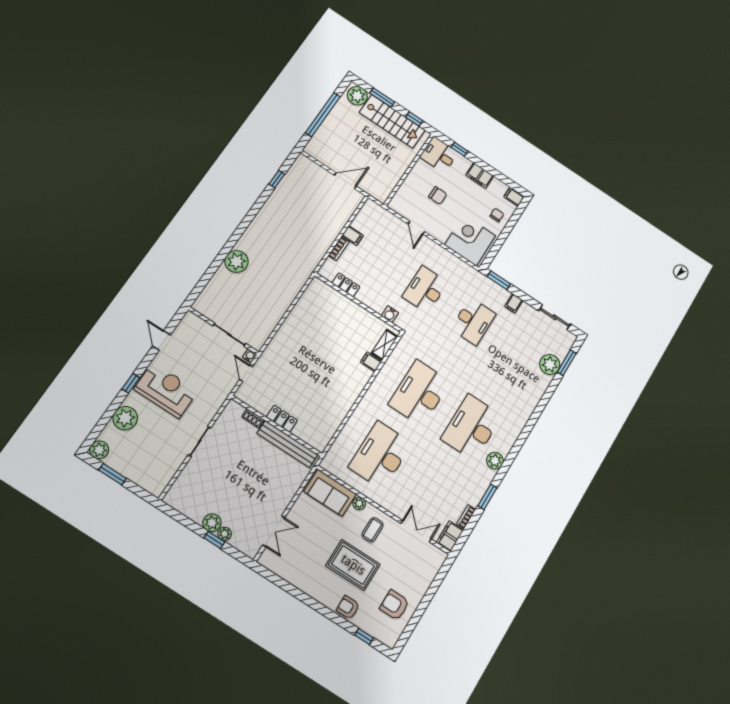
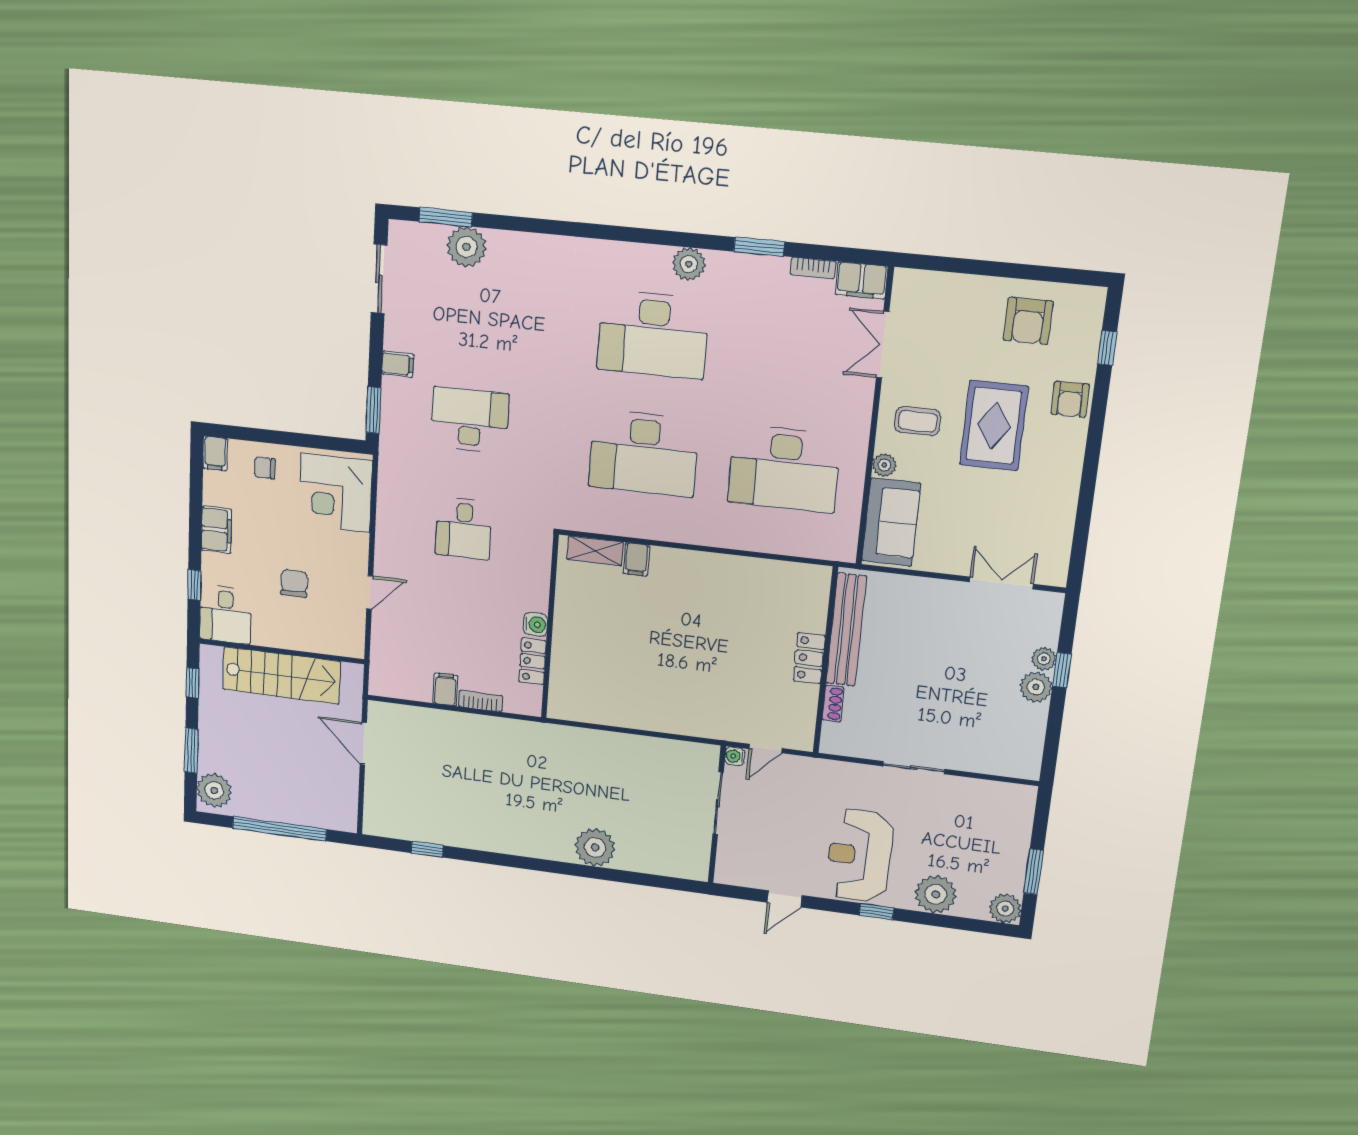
stairs: (392, 121) -> (282, 675), moved, turned 90
desk: (425, 289) -> (464, 528), width x0.73
water cooler: (390, 314) -> (535, 624), moved

